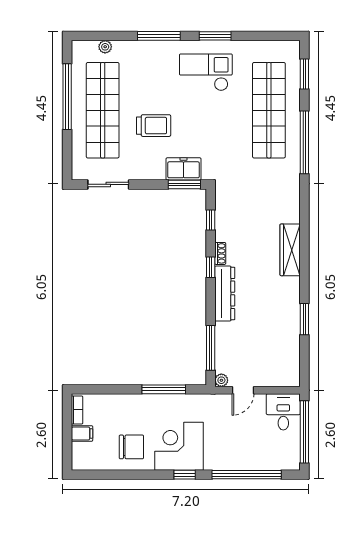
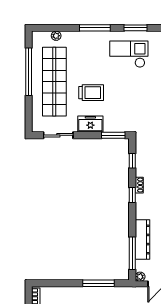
freezer: (183, 169) -> (90, 124), moved
dresser: (225, 294) -> (142, 240), moved

